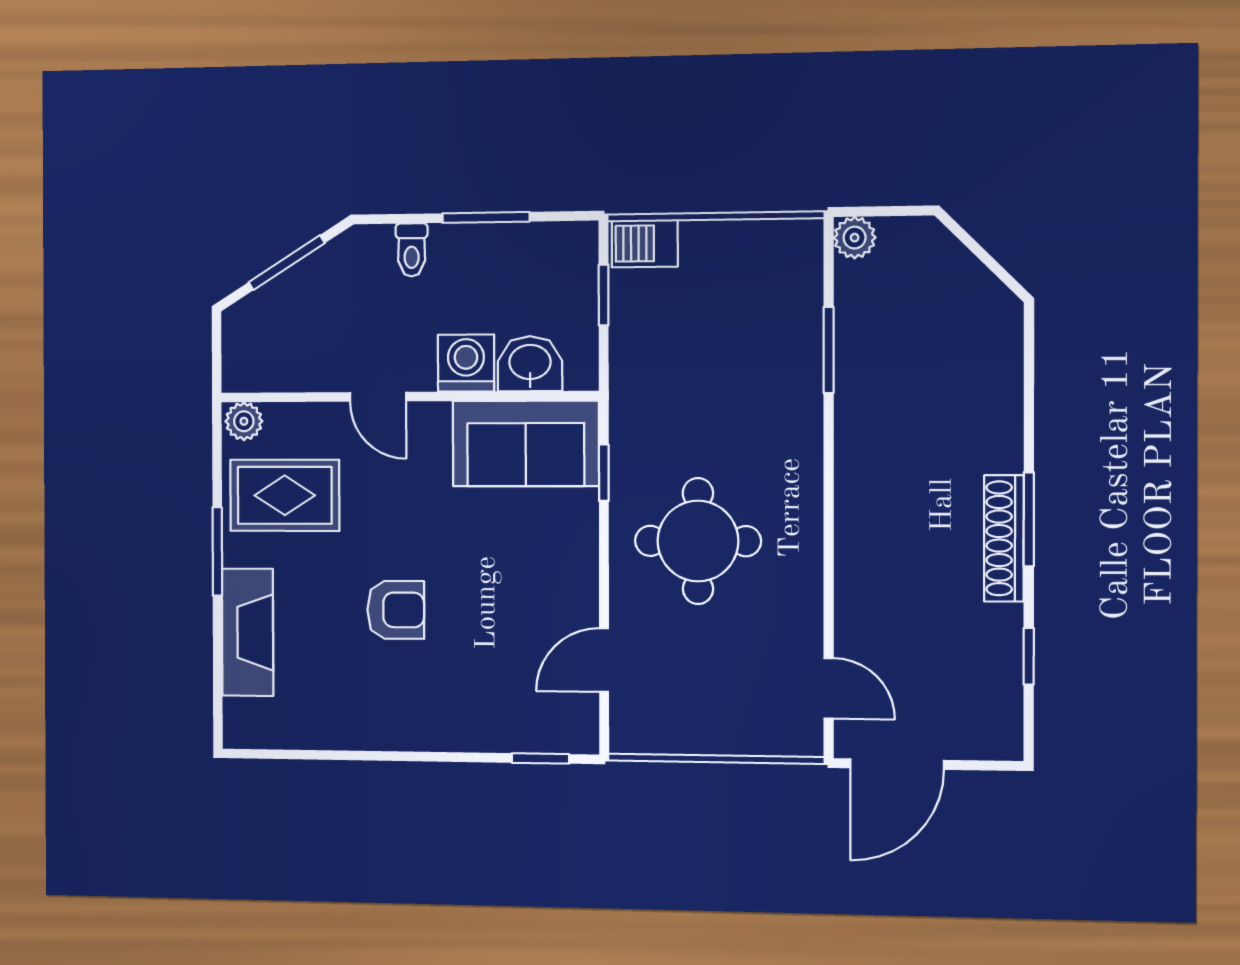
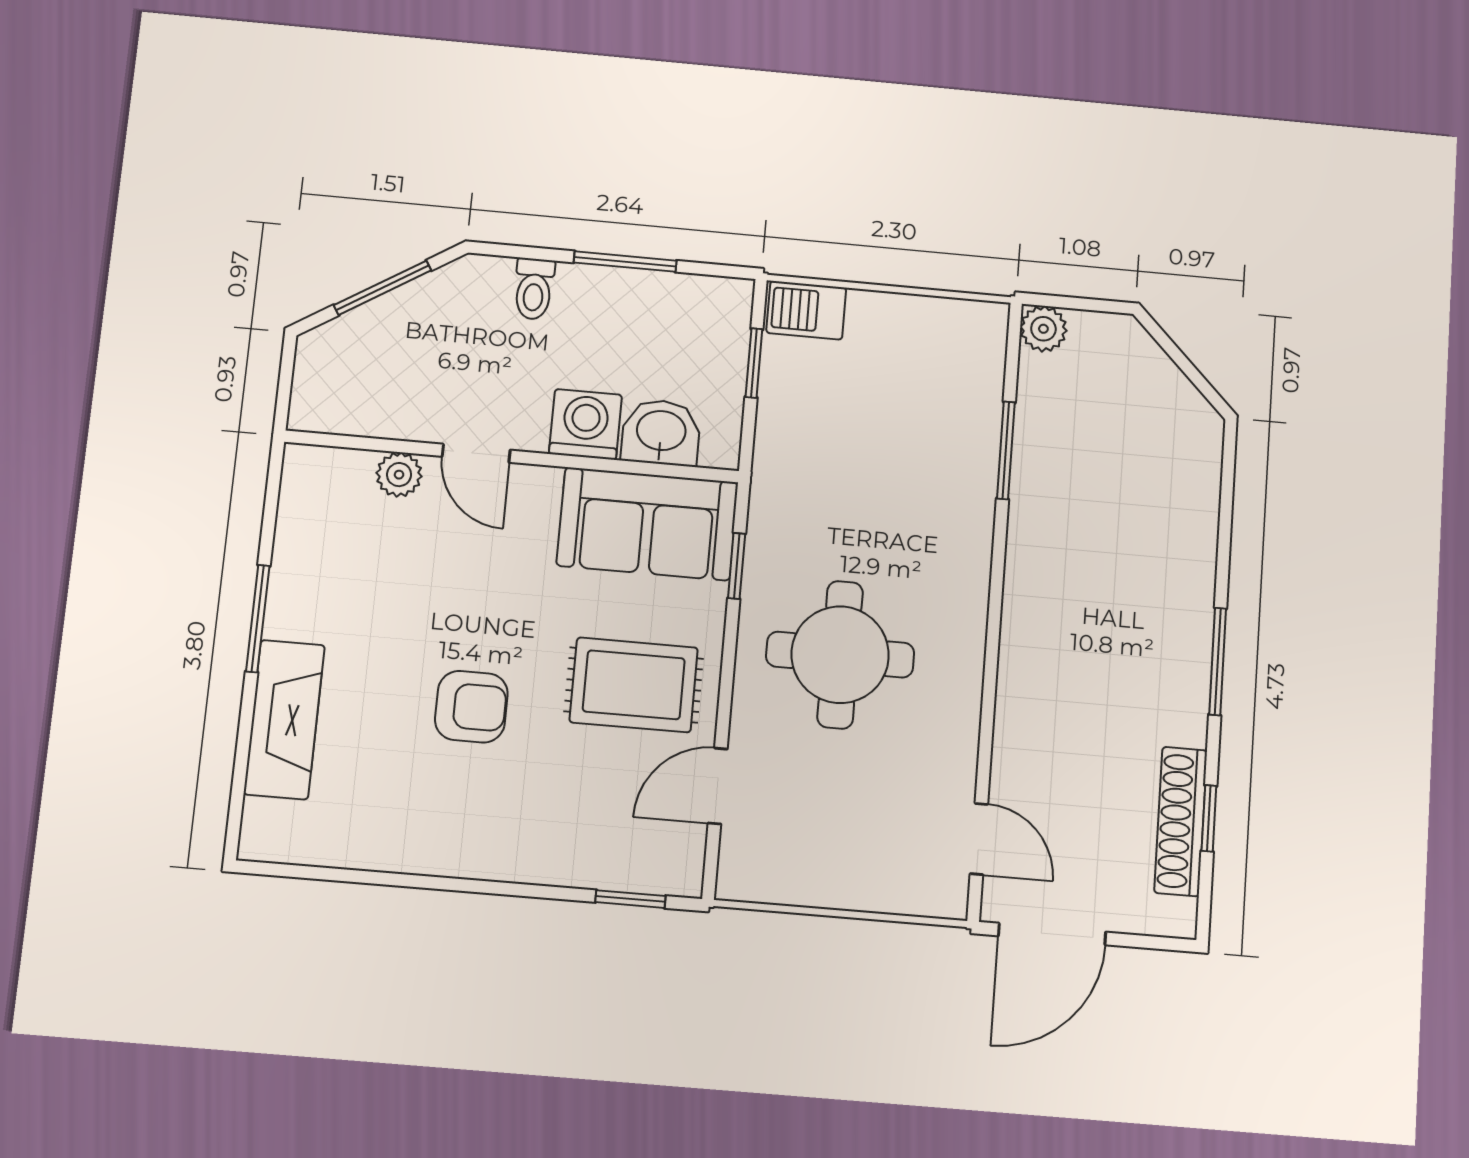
plant: (244, 421) -> (399, 475), moved
rug: (285, 495) -> (634, 685), moved
shoe rack: (1004, 538) -> (1181, 821), moved

